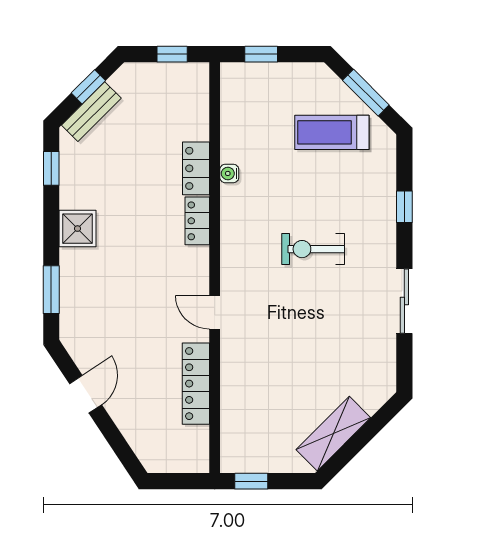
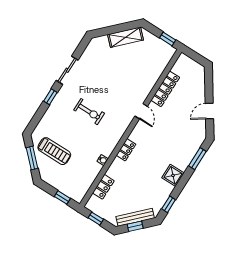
bench: (91, 112) -> (135, 217), width x1.36
locker: (196, 168) -> (103, 187), moved
window: (404, 207) -> (50, 97), moved

